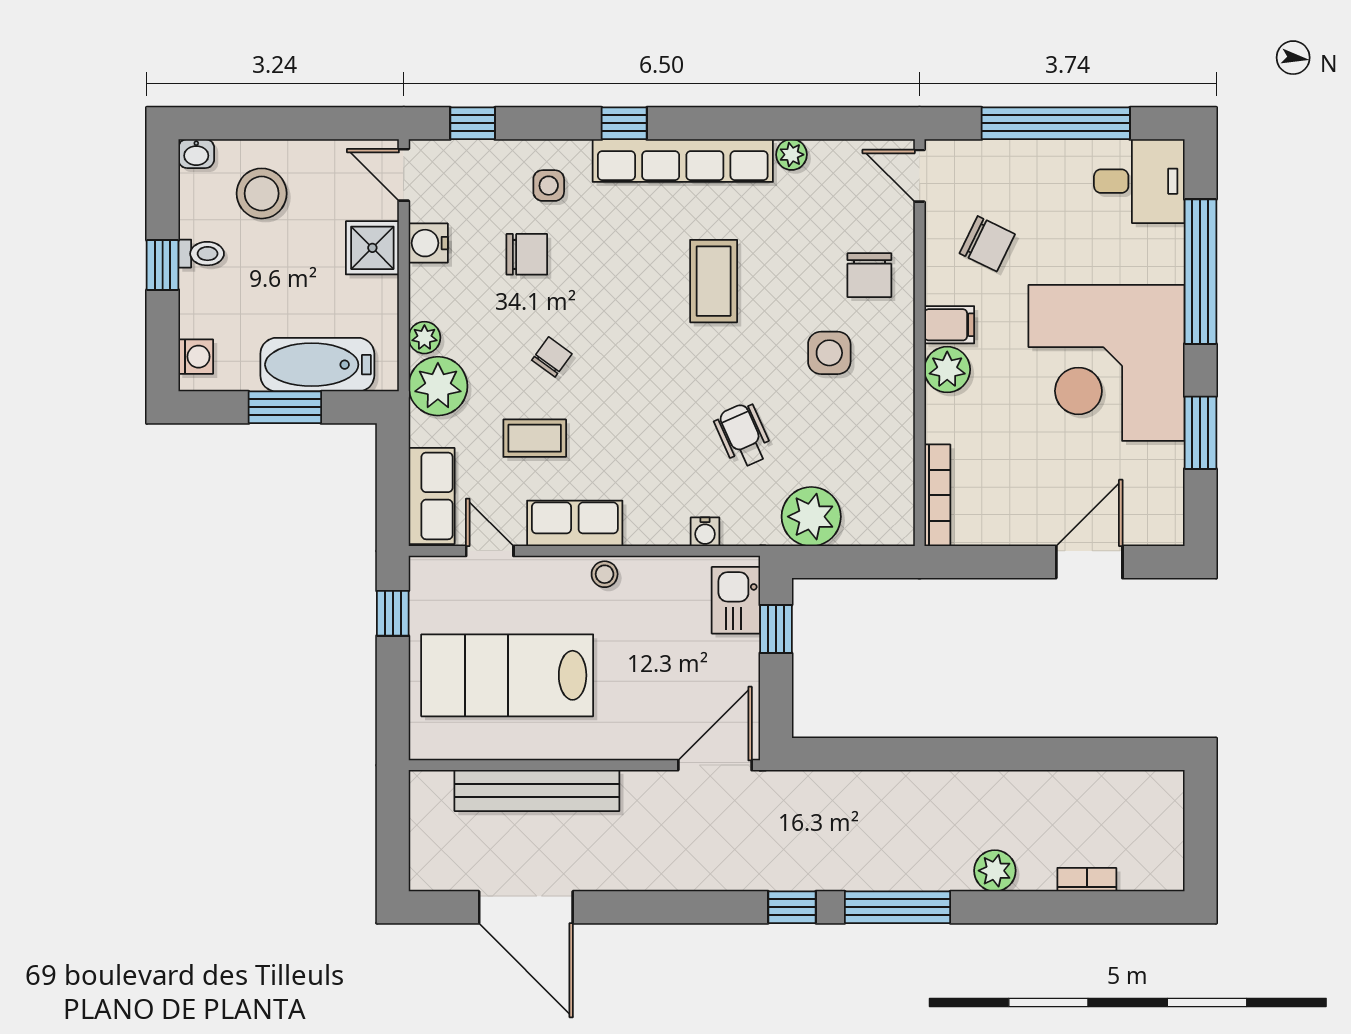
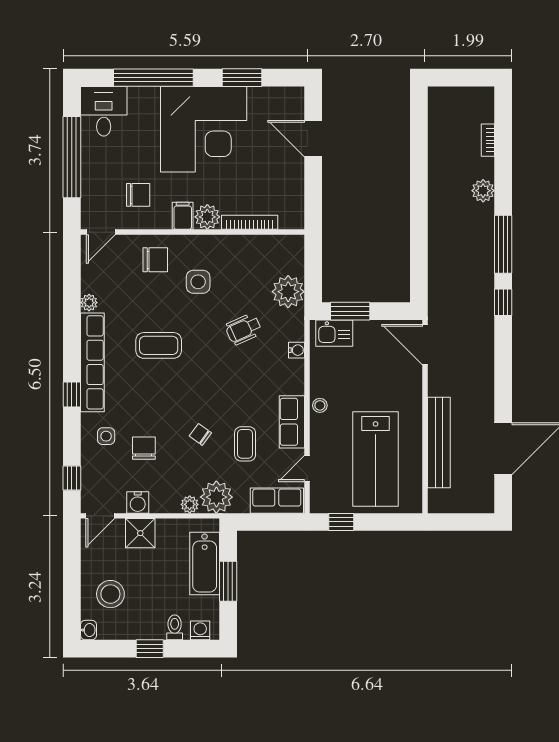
chair: (987, 244) -> (138, 195), turned 64
toilet: (201, 254) -> (175, 627), moved
bookcase: (937, 495) -> (250, 222), moved
window: (776, 629) -> (350, 311), width x1.50

